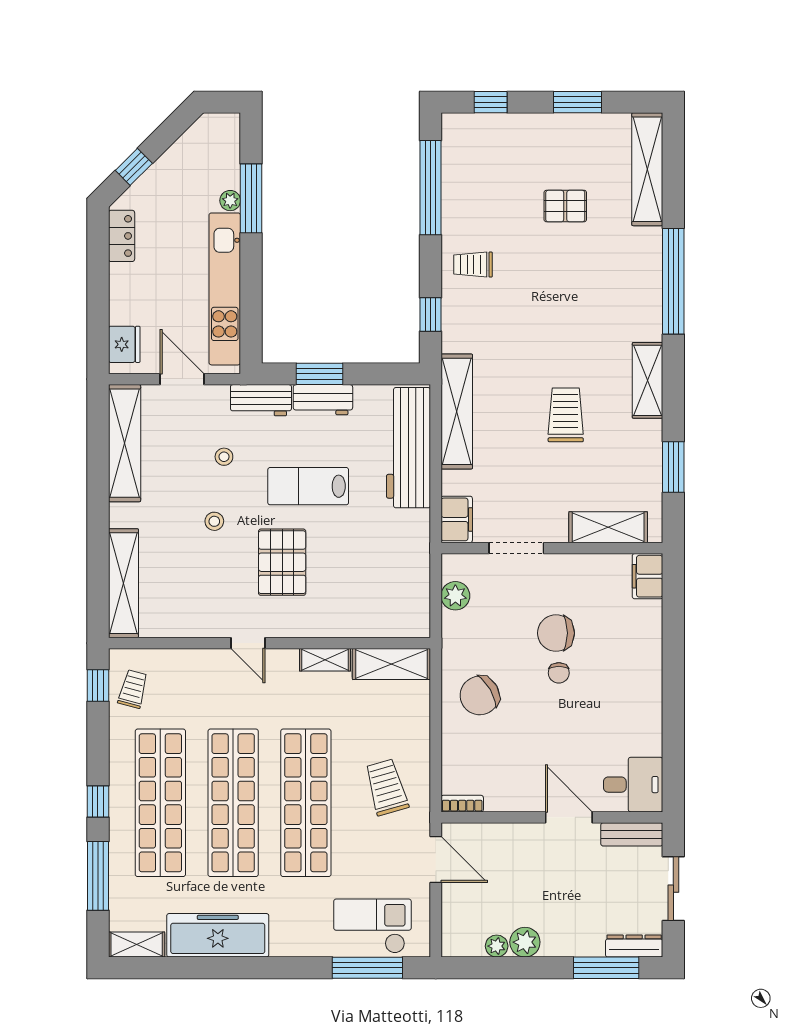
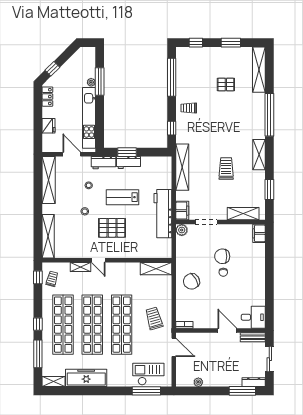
fridge: (124, 344) -> (49, 126), moved
workbench: (409, 448) -> (163, 214), moved
pallet: (282, 562) -> (112, 228), turned 90
plant: (455, 596) -> (182, 230), moved
shelving: (325, 660) -> (80, 267), moved
plant: (525, 942) -> (210, 381), removed

